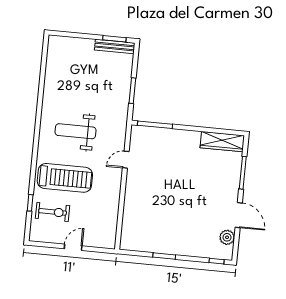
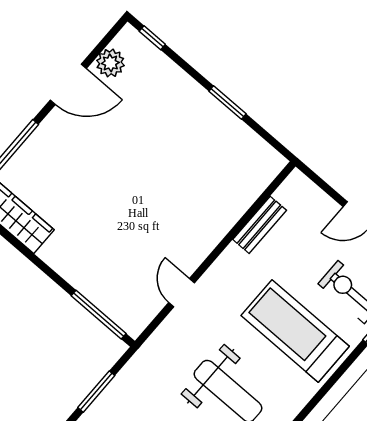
door: (126, 160) -> (182, 293), swing flipped
bench: (113, 213) -> (260, 225), added
door: (239, 215) -> (68, 84), swing flipped

